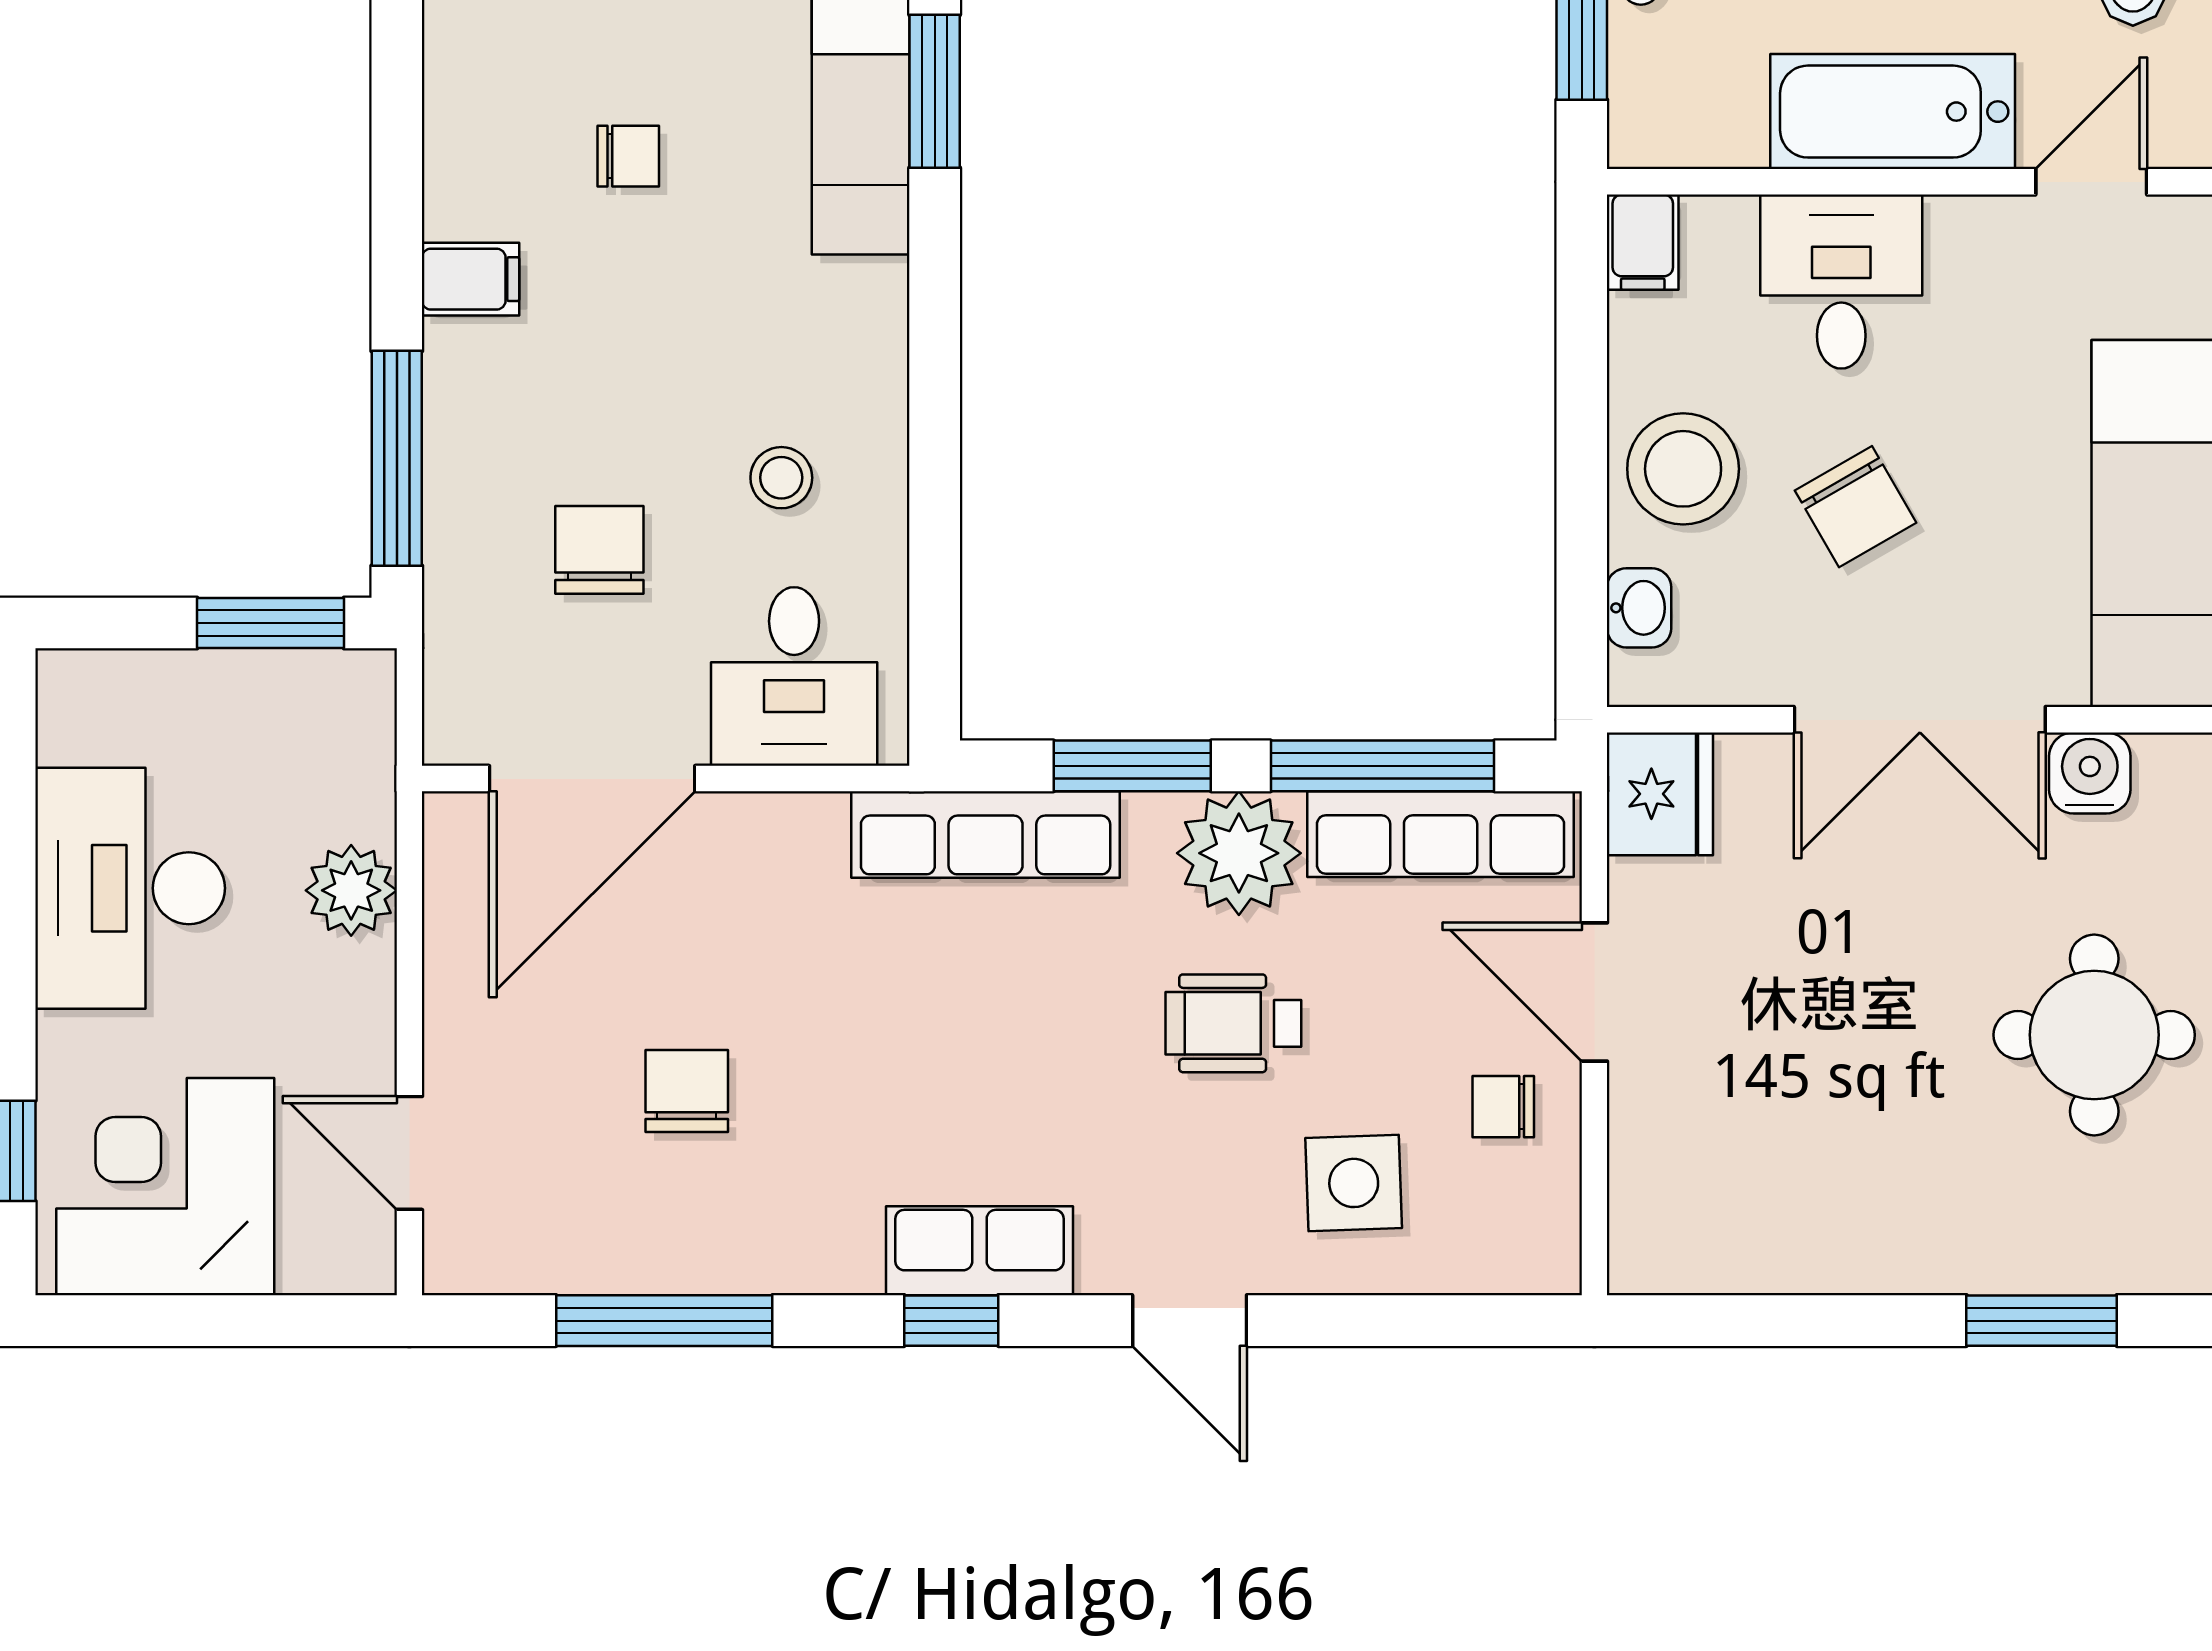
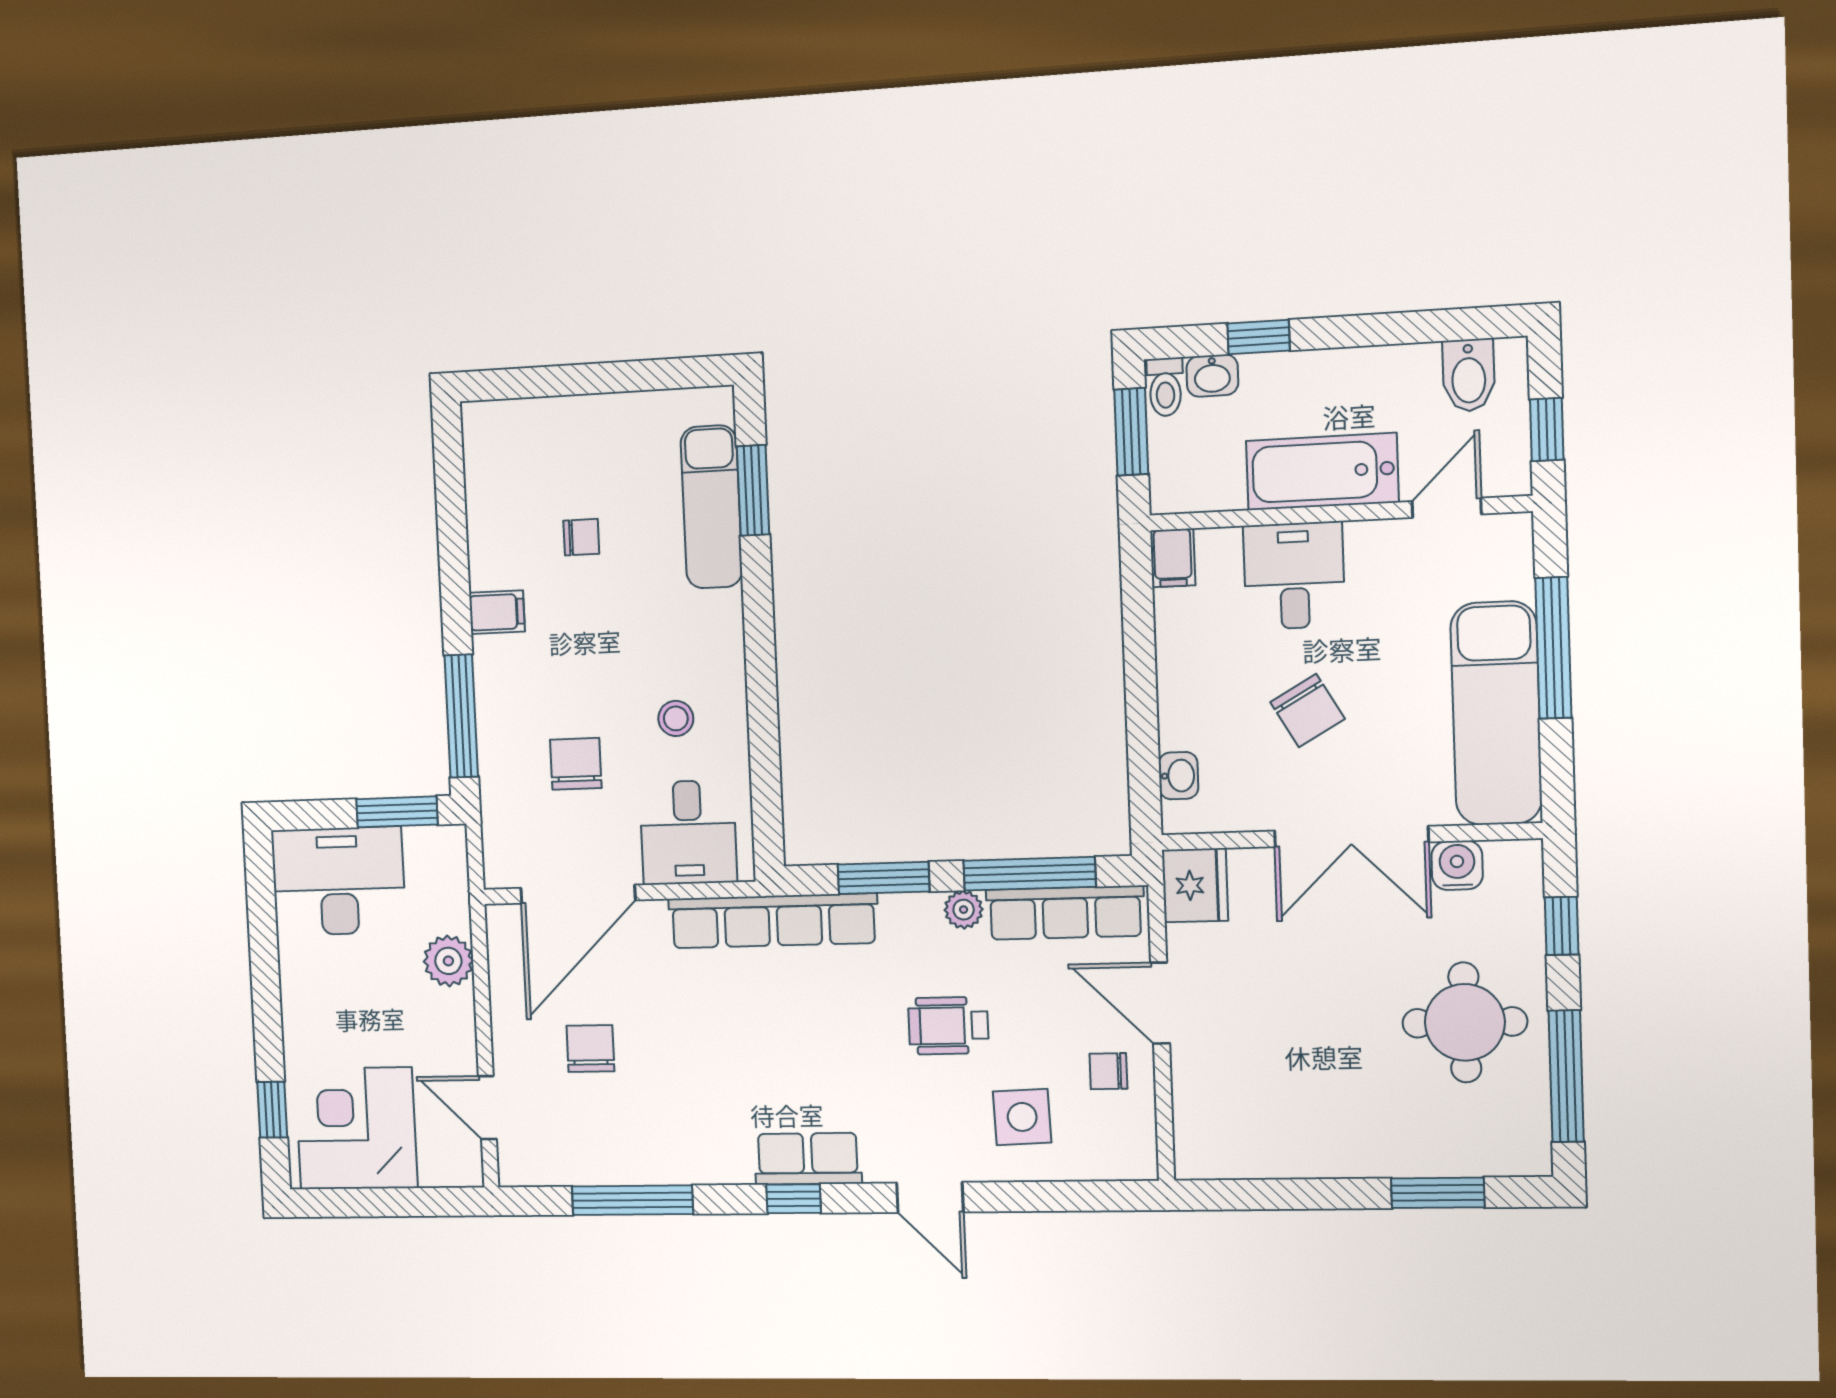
stool: (1683, 469) -> (1202, 692), removed
row of seats: (986, 835) -> (773, 921), width x1.36
plant: (1239, 853) -> (964, 910), width x0.53, depth x0.53
desk: (130, 888) -> (338, 881), moved, turned 90
chair: (687, 1091) -> (590, 1048), moved

